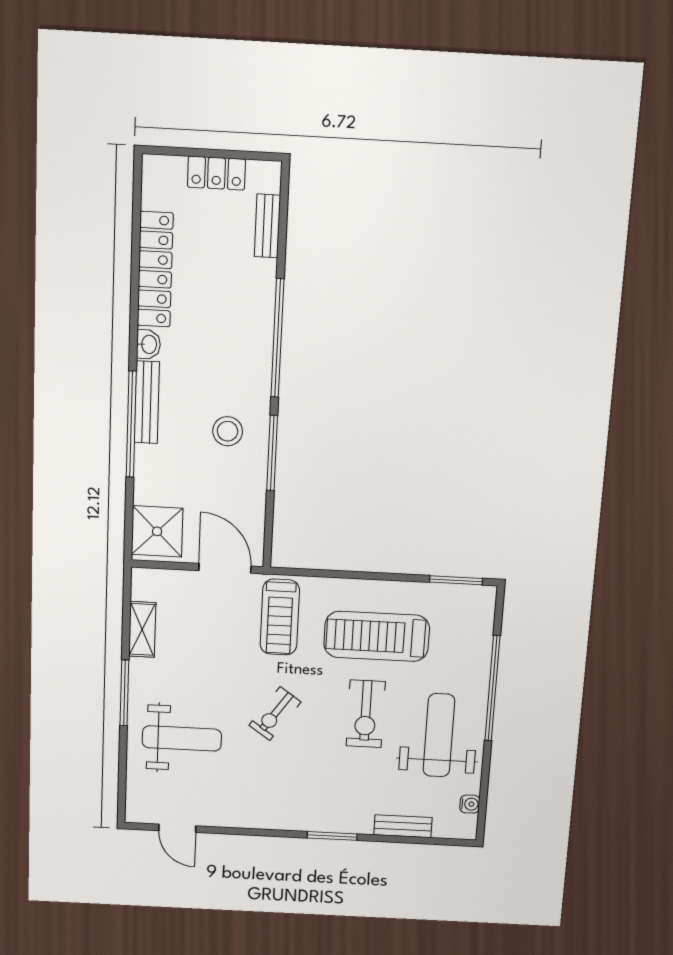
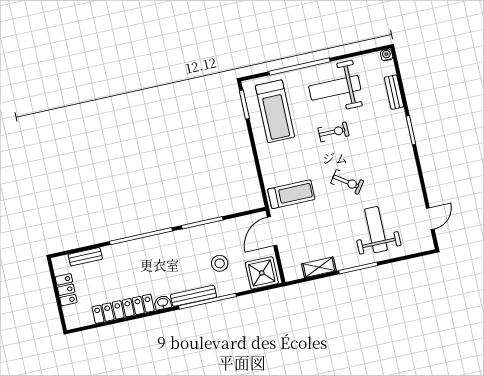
stool: (228, 431) -> (220, 263), moved
treadmill: (377, 636) -> (275, 111), moved
exercise bike: (366, 714) -> (333, 132), width x0.73, depth x0.72
water cooler: (470, 804) -> (387, 55), moved

